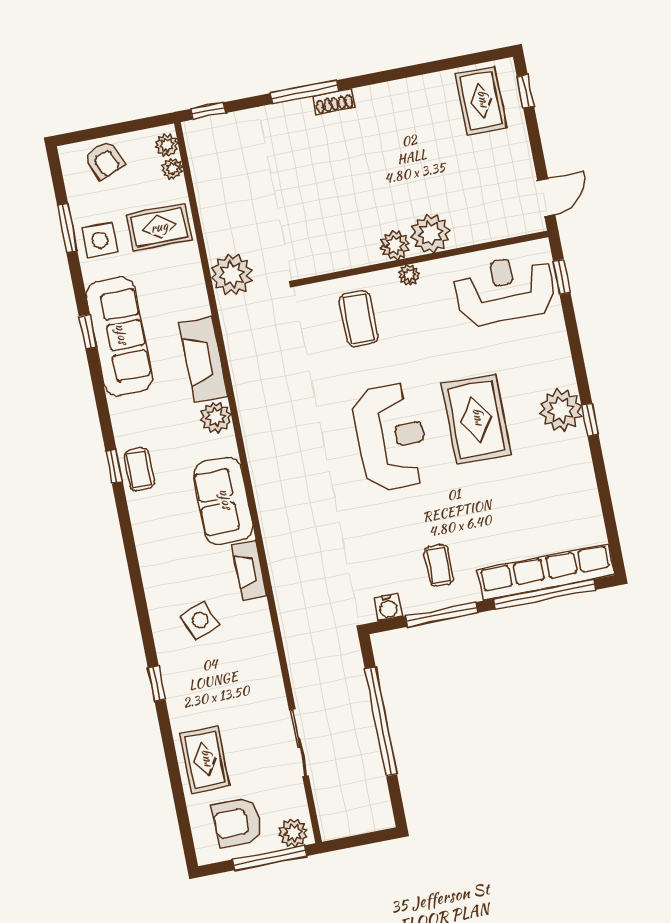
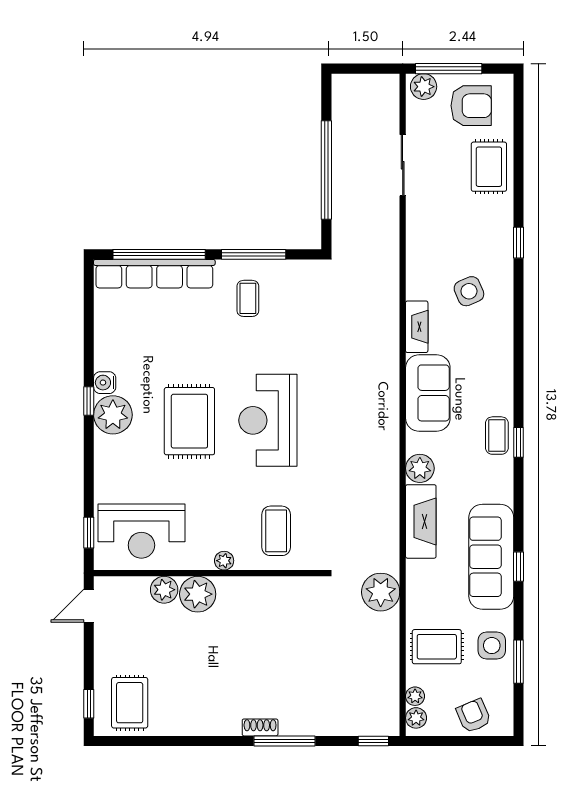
plant: (395, 245) -> (164, 590), moved
water cooler: (388, 607) -> (105, 383), moved, turned -90

